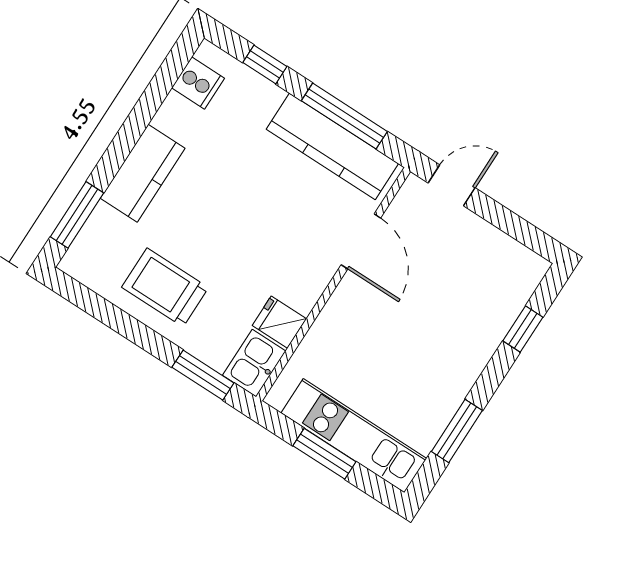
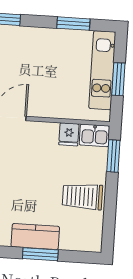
window: (77, 215) -> (40, 254), moved
trolley: (165, 287) -> (82, 196), turned 90

